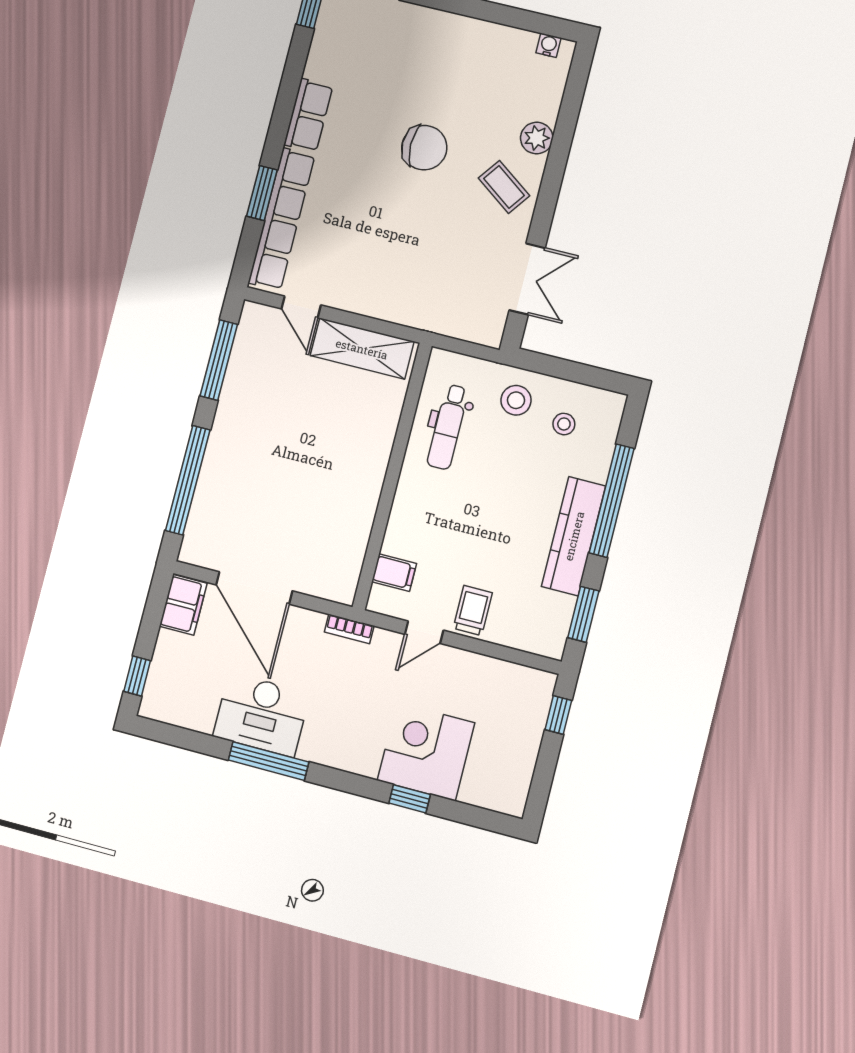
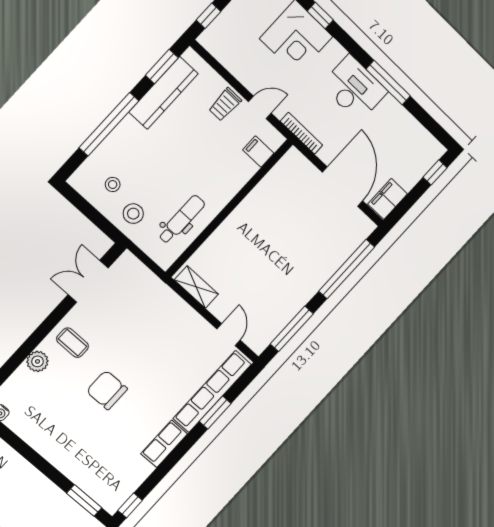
coffee table: (504, 187) -> (72, 343), turned -36
shelving: (362, 349) -> (196, 287), width x0.67, depth x0.75
kitchen counter: (574, 536) -> (163, 93), moved
bookcase: (349, 629) -> (302, 133), width x1.56
desk: (261, 715) -> (354, 88), moved

